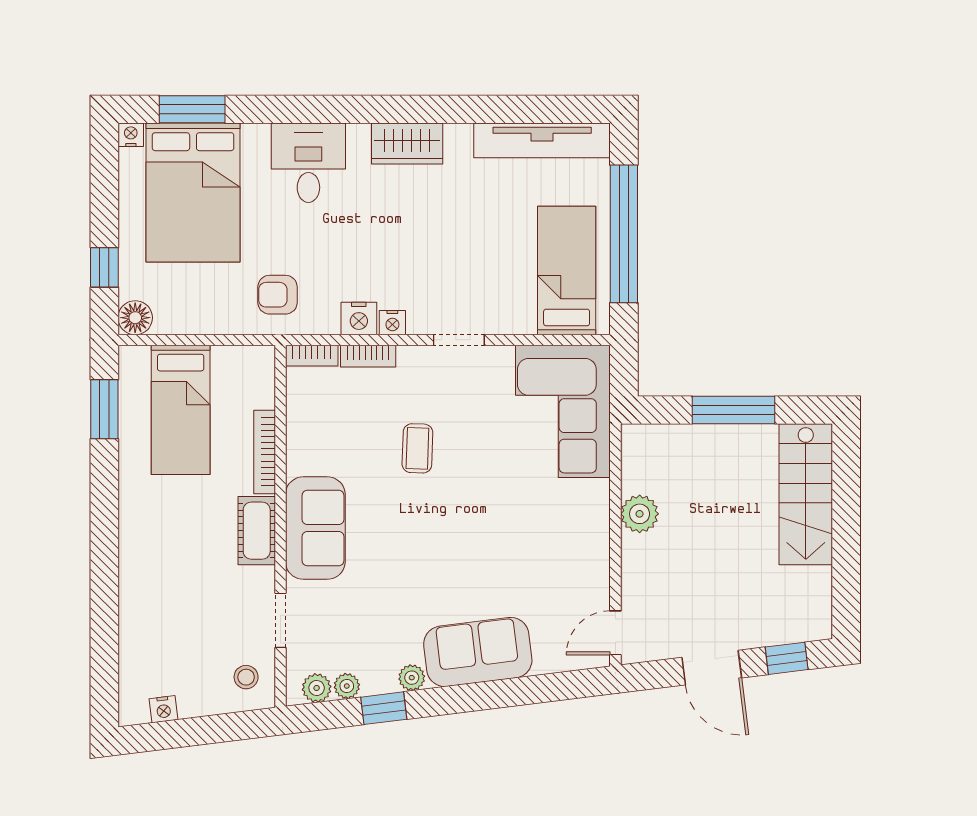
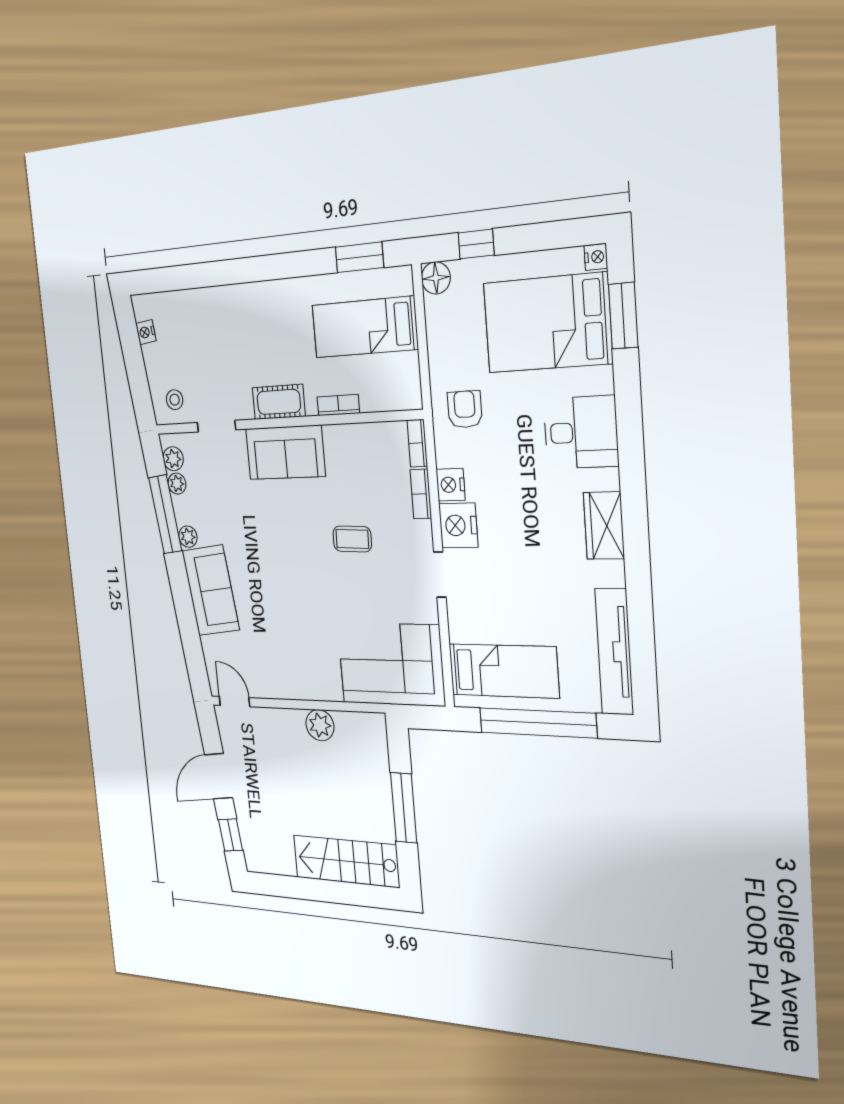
nightstand: (392, 323) -> (458, 525), width x1.89, depth x1.79
bookcase: (265, 452) -> (338, 405), width x0.64
window: (384, 708) -> (165, 514), width x2.17

